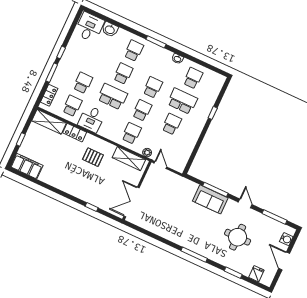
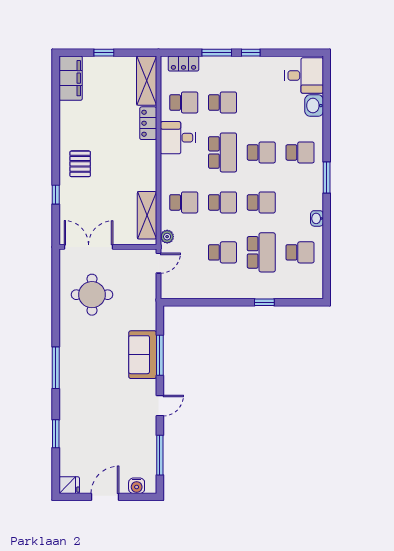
pallet: (93, 157) -> (80, 164), moved
round table: (238, 237) -> (92, 295), moved
fridge: (256, 274) -> (69, 485), moved

